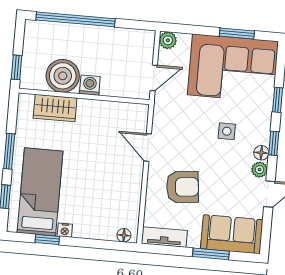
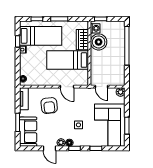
washing machine: (90, 85) -> (95, 28), moved
bed: (94, 142) -> (68, 60), added
door: (148, 148) -> (67, 87), swing flipped

